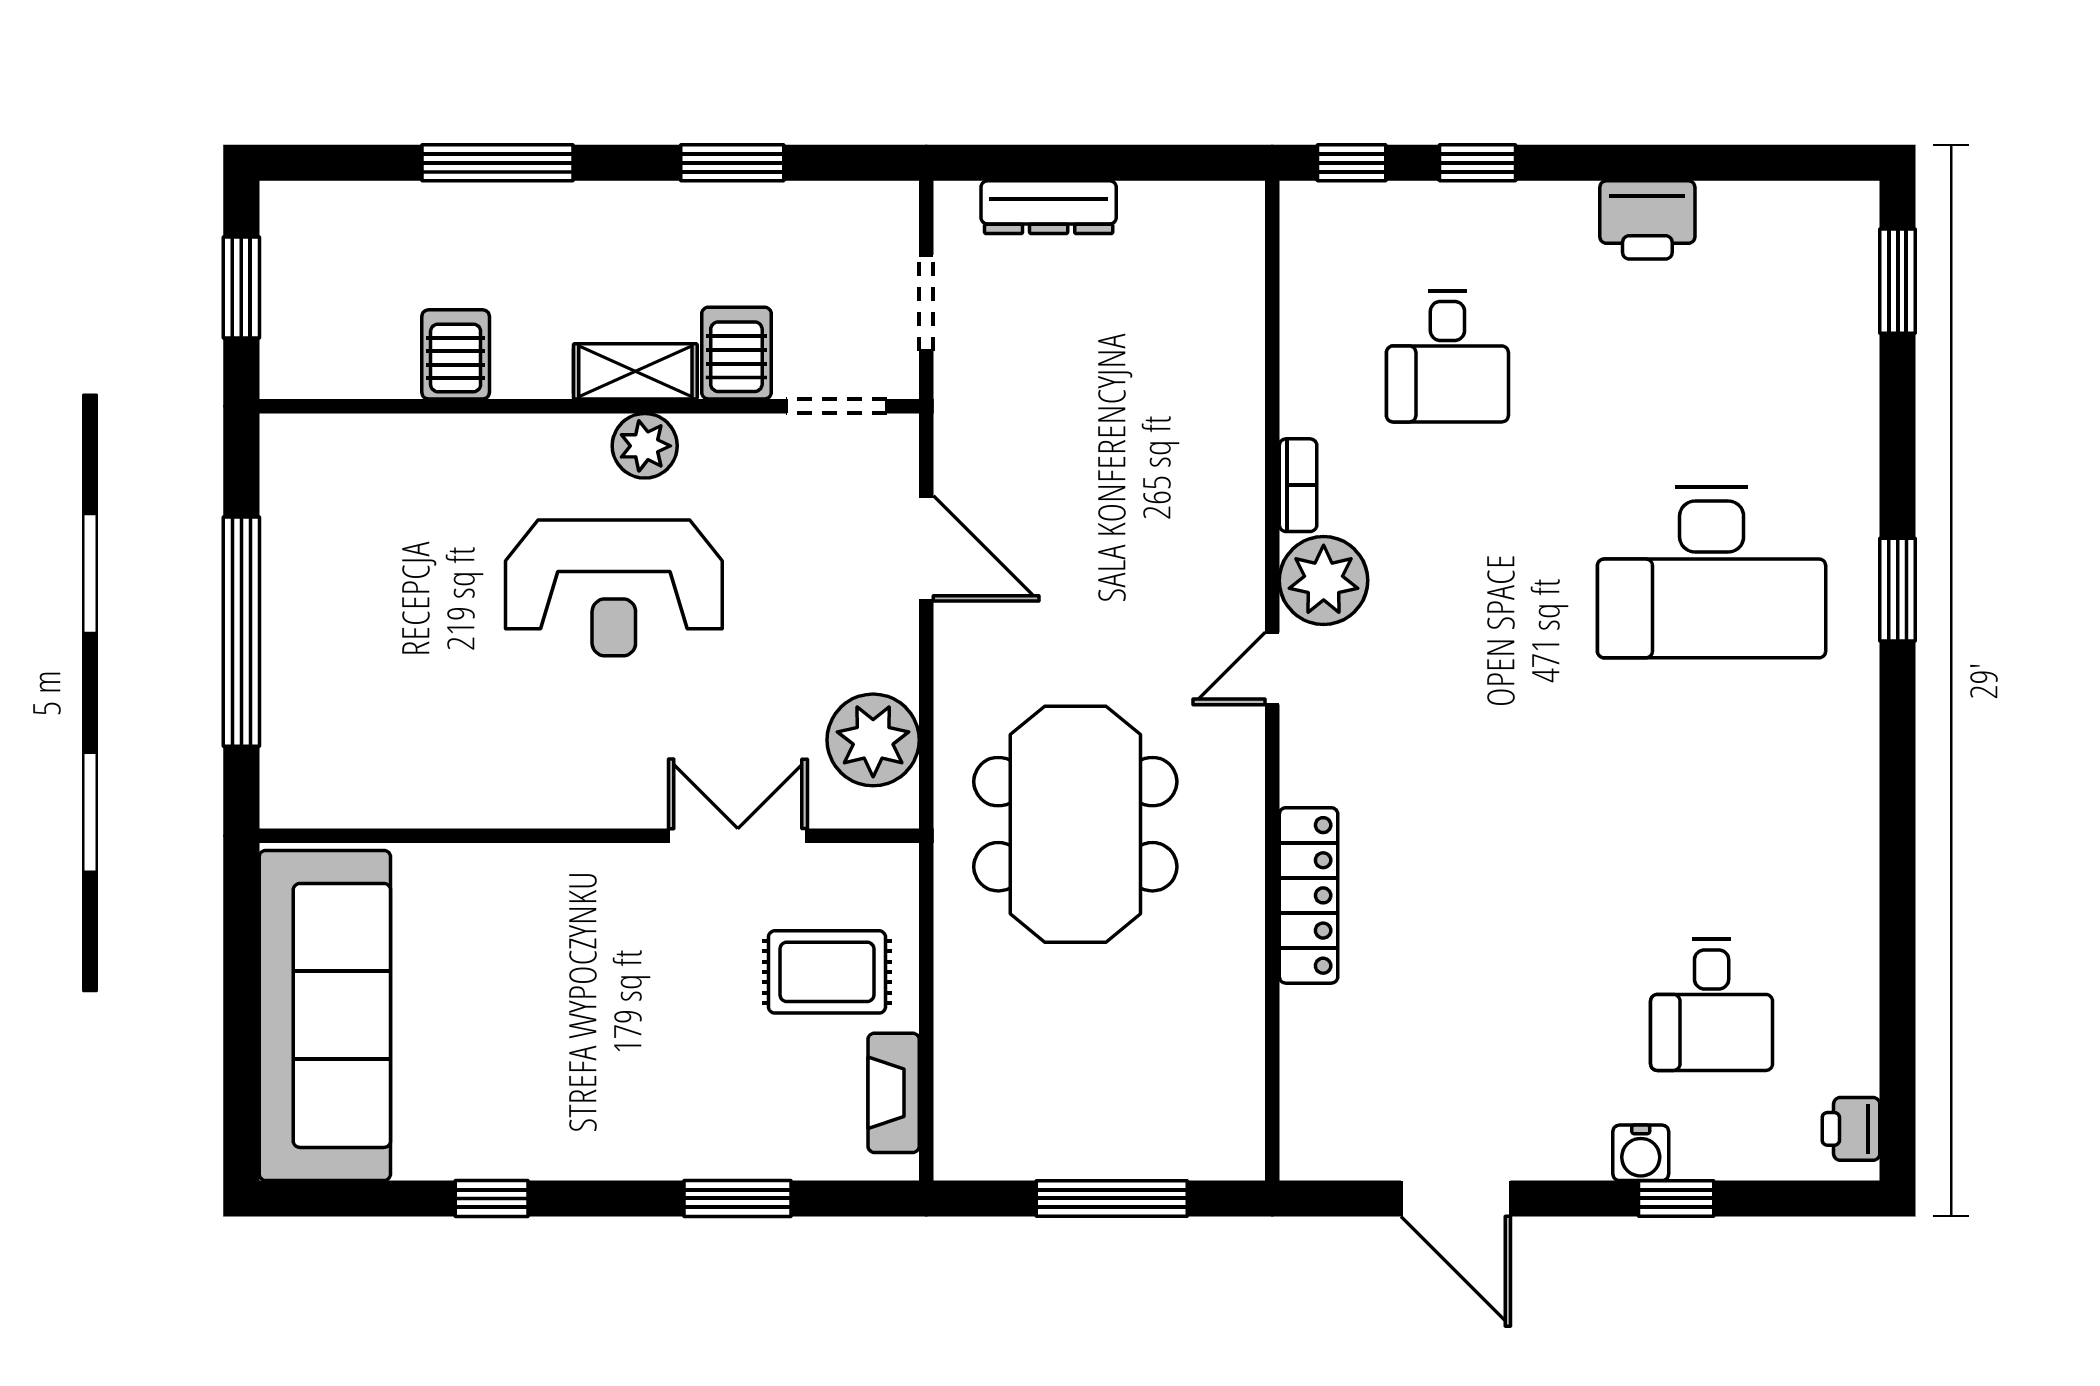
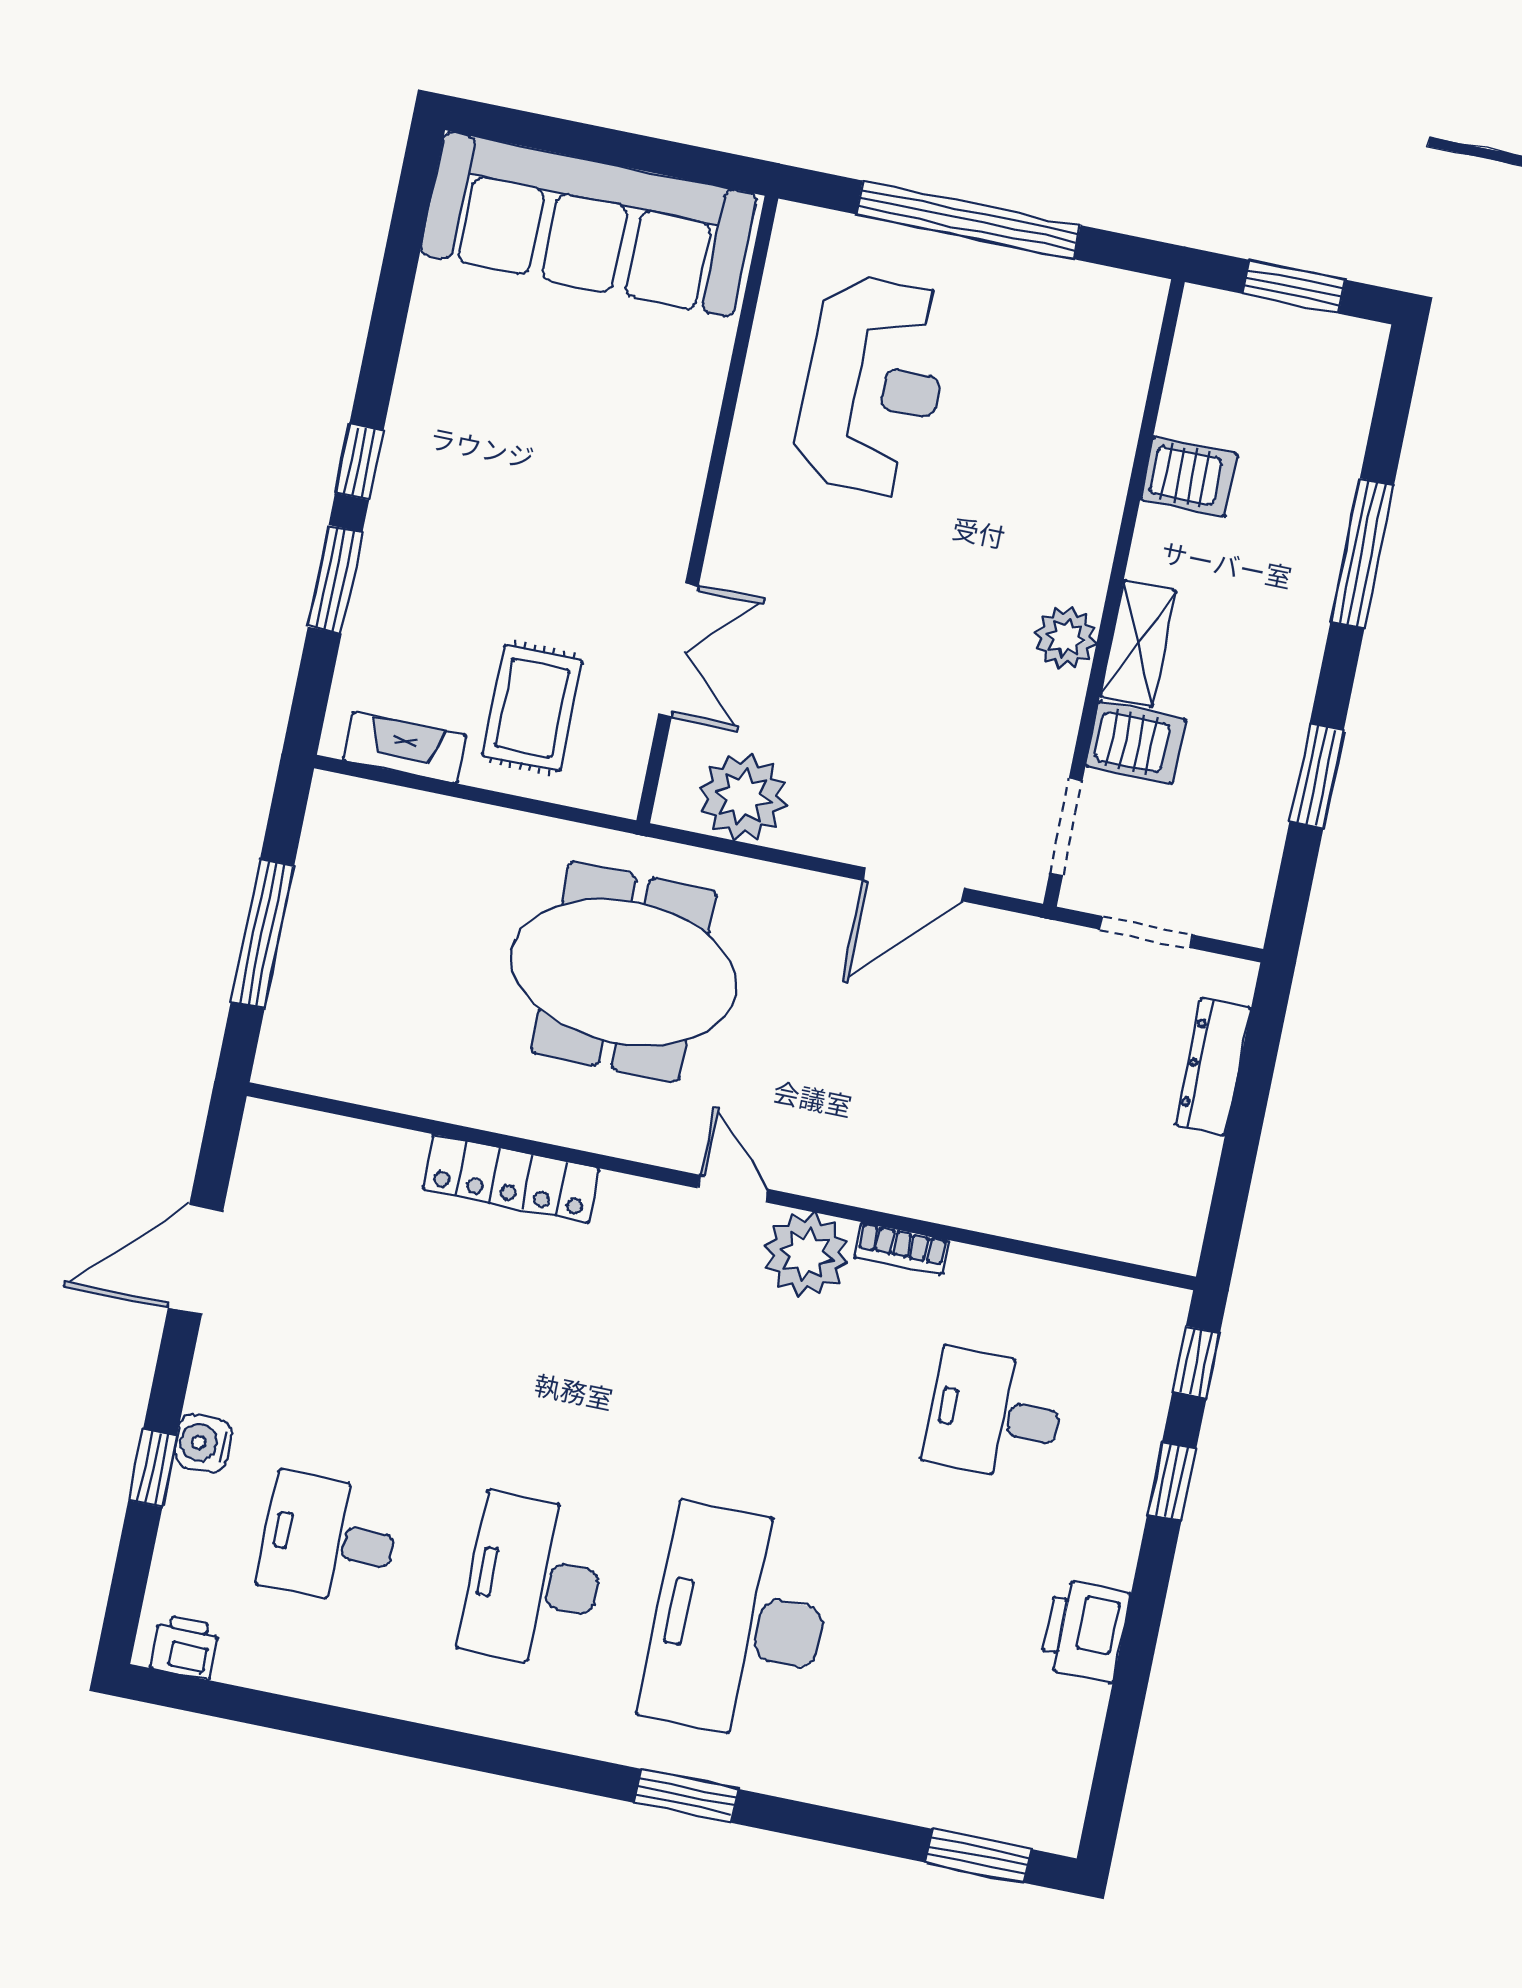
reception desk: (614, 588) -> (873, 385), moved, turned 180
desk: (1712, 789) -> (534, 1581), added
window: (492, 1198) -> (359, 462), moved

